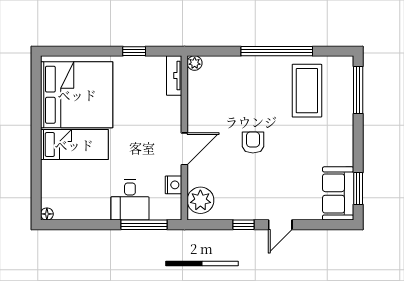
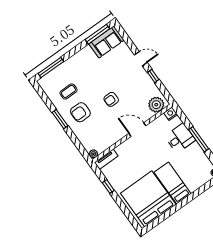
window: (277, 51) -> (60, 119), width x0.47
armchair: (266, 86) -> (80, 112), added
coffee table: (307, 91) -> (68, 91), width x0.54, depth x0.58
nightstand: (174, 185) -> (171, 114), moved
window: (358, 189) -> (97, 34), width x1.44
window: (144, 225) -> (199, 139), moved

